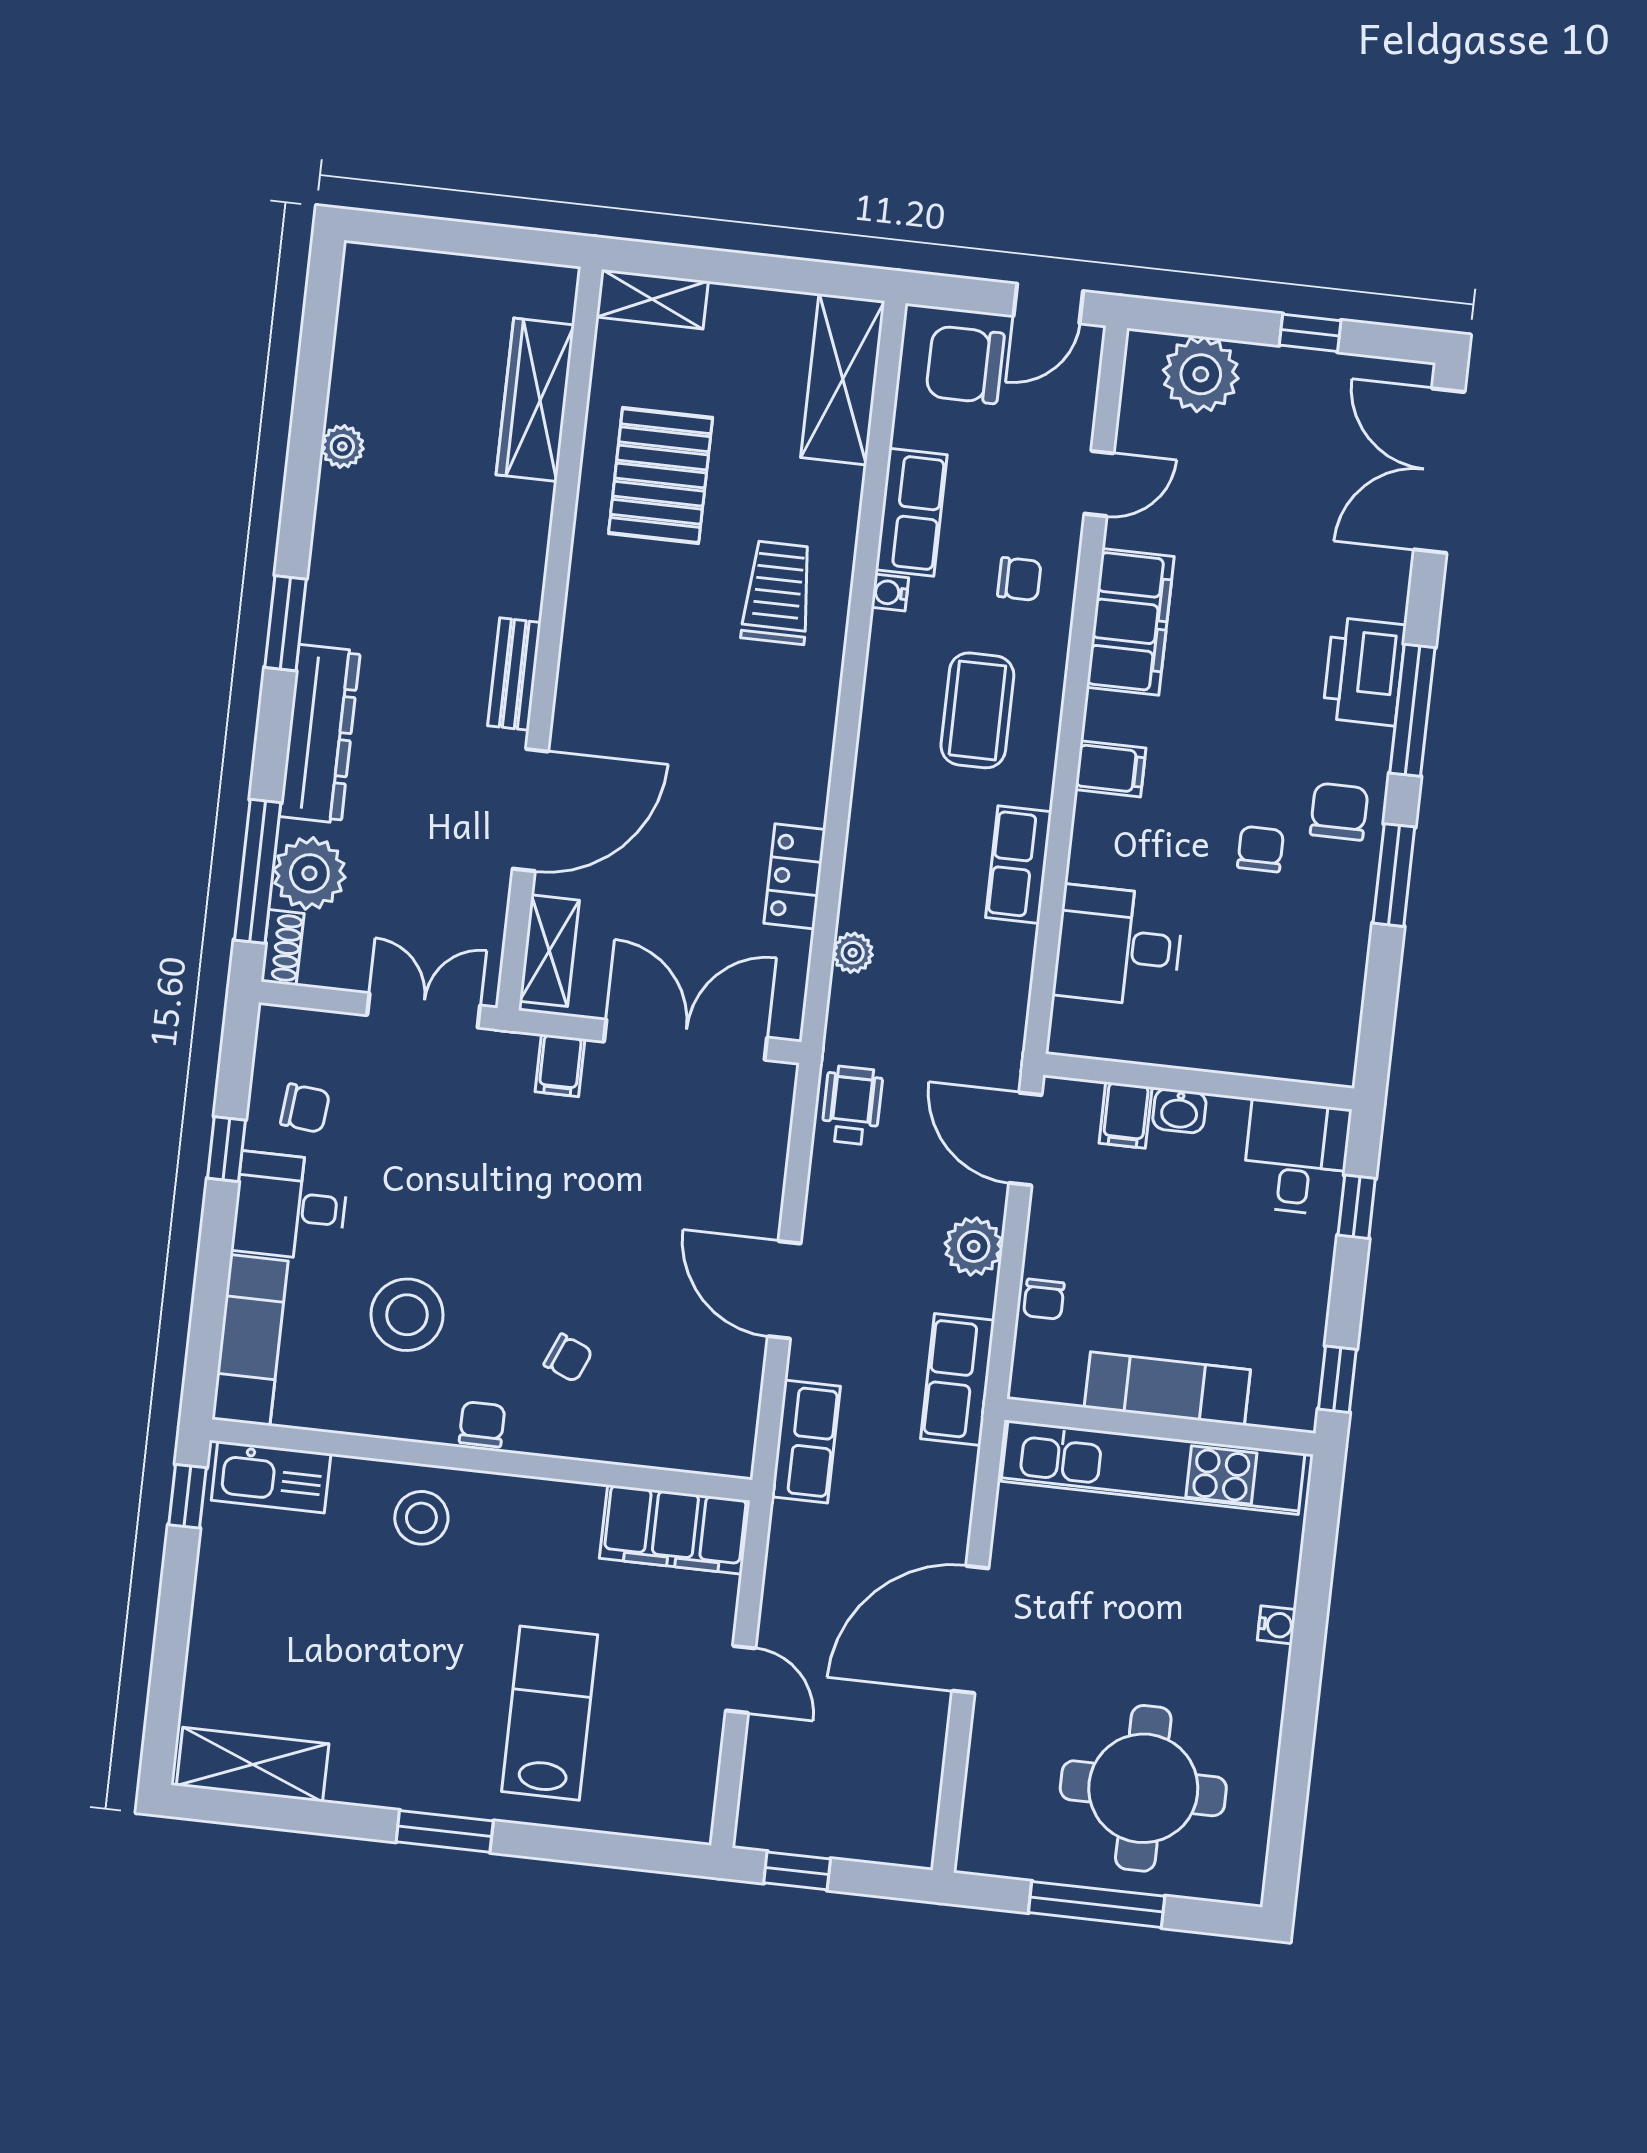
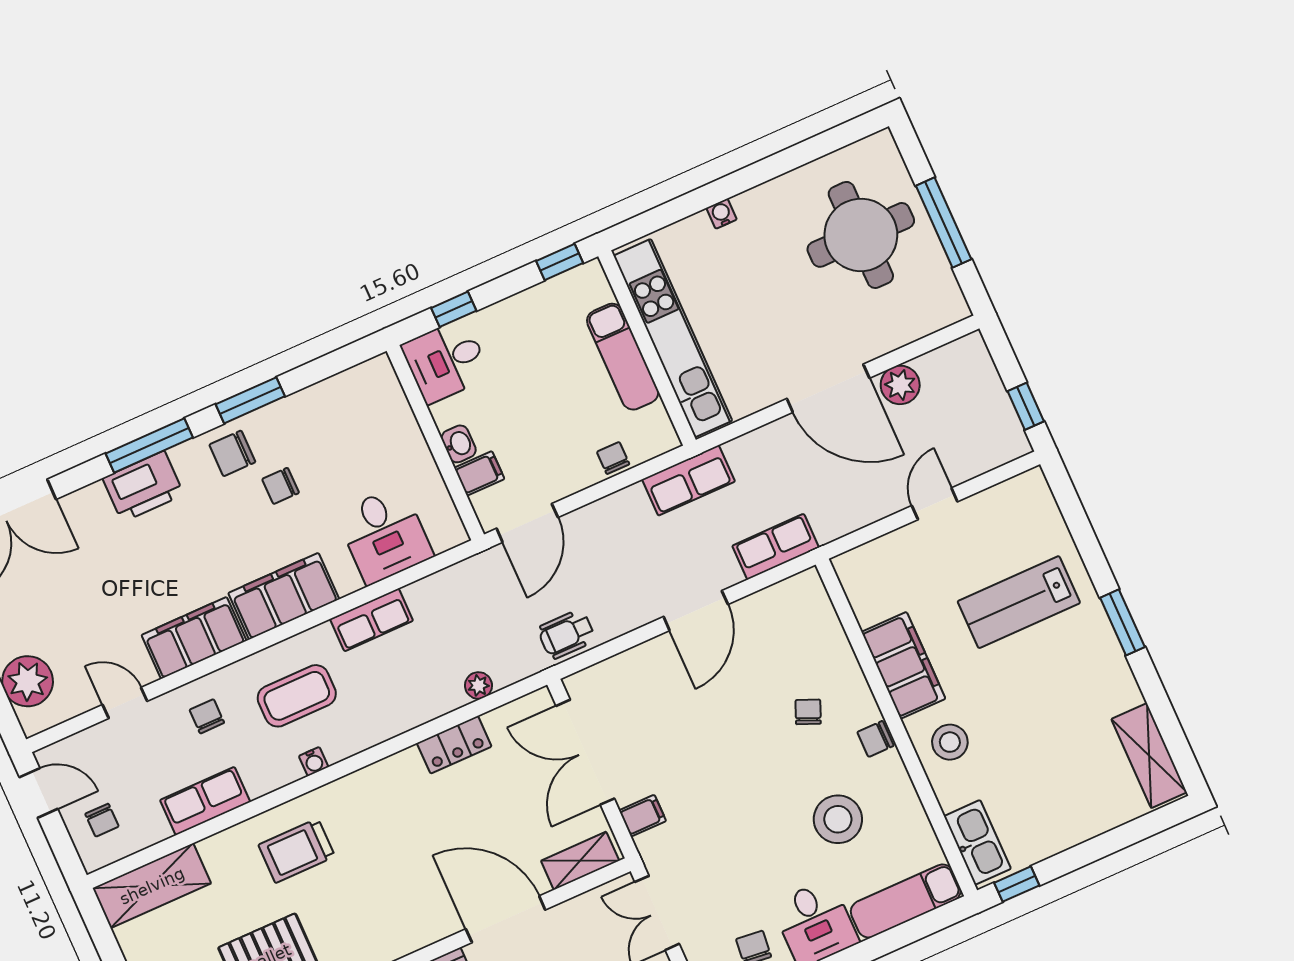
chair: (965, 365) -> (102, 820), width x0.54, depth x0.54
water cooler: (890, 593) -> (314, 762), moved
filing cabinet: (1110, 769) -> (284, 596), width x3.00, depth x1.17
plant: (974, 1246) -> (900, 385), moved
chair: (1044, 1299) -> (613, 458), turned -90
filing cabinet: (675, 1530) -> (903, 665), moved

